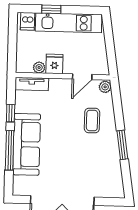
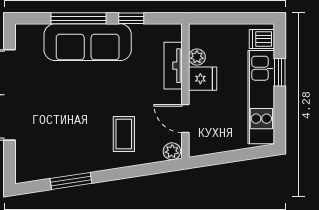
tv unit: (32, 84) -> (173, 66), moved
coffee table: (92, 121) -> (124, 134), turned 90
window: (122, 145) -> (71, 181), moved

